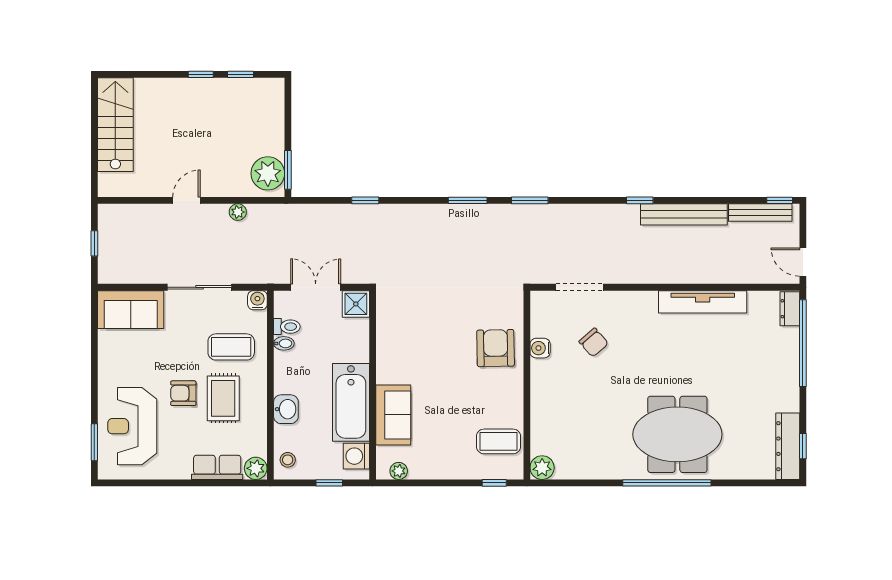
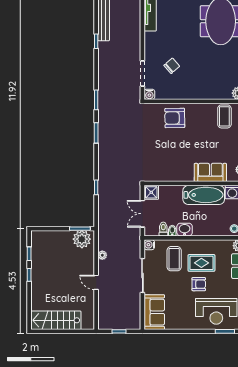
water cooler: (540, 348) -> (149, 94), moved
armchair: (183, 393) -> (199, 284), turned -90
washbasin: (286, 409) -> (185, 230), moved

